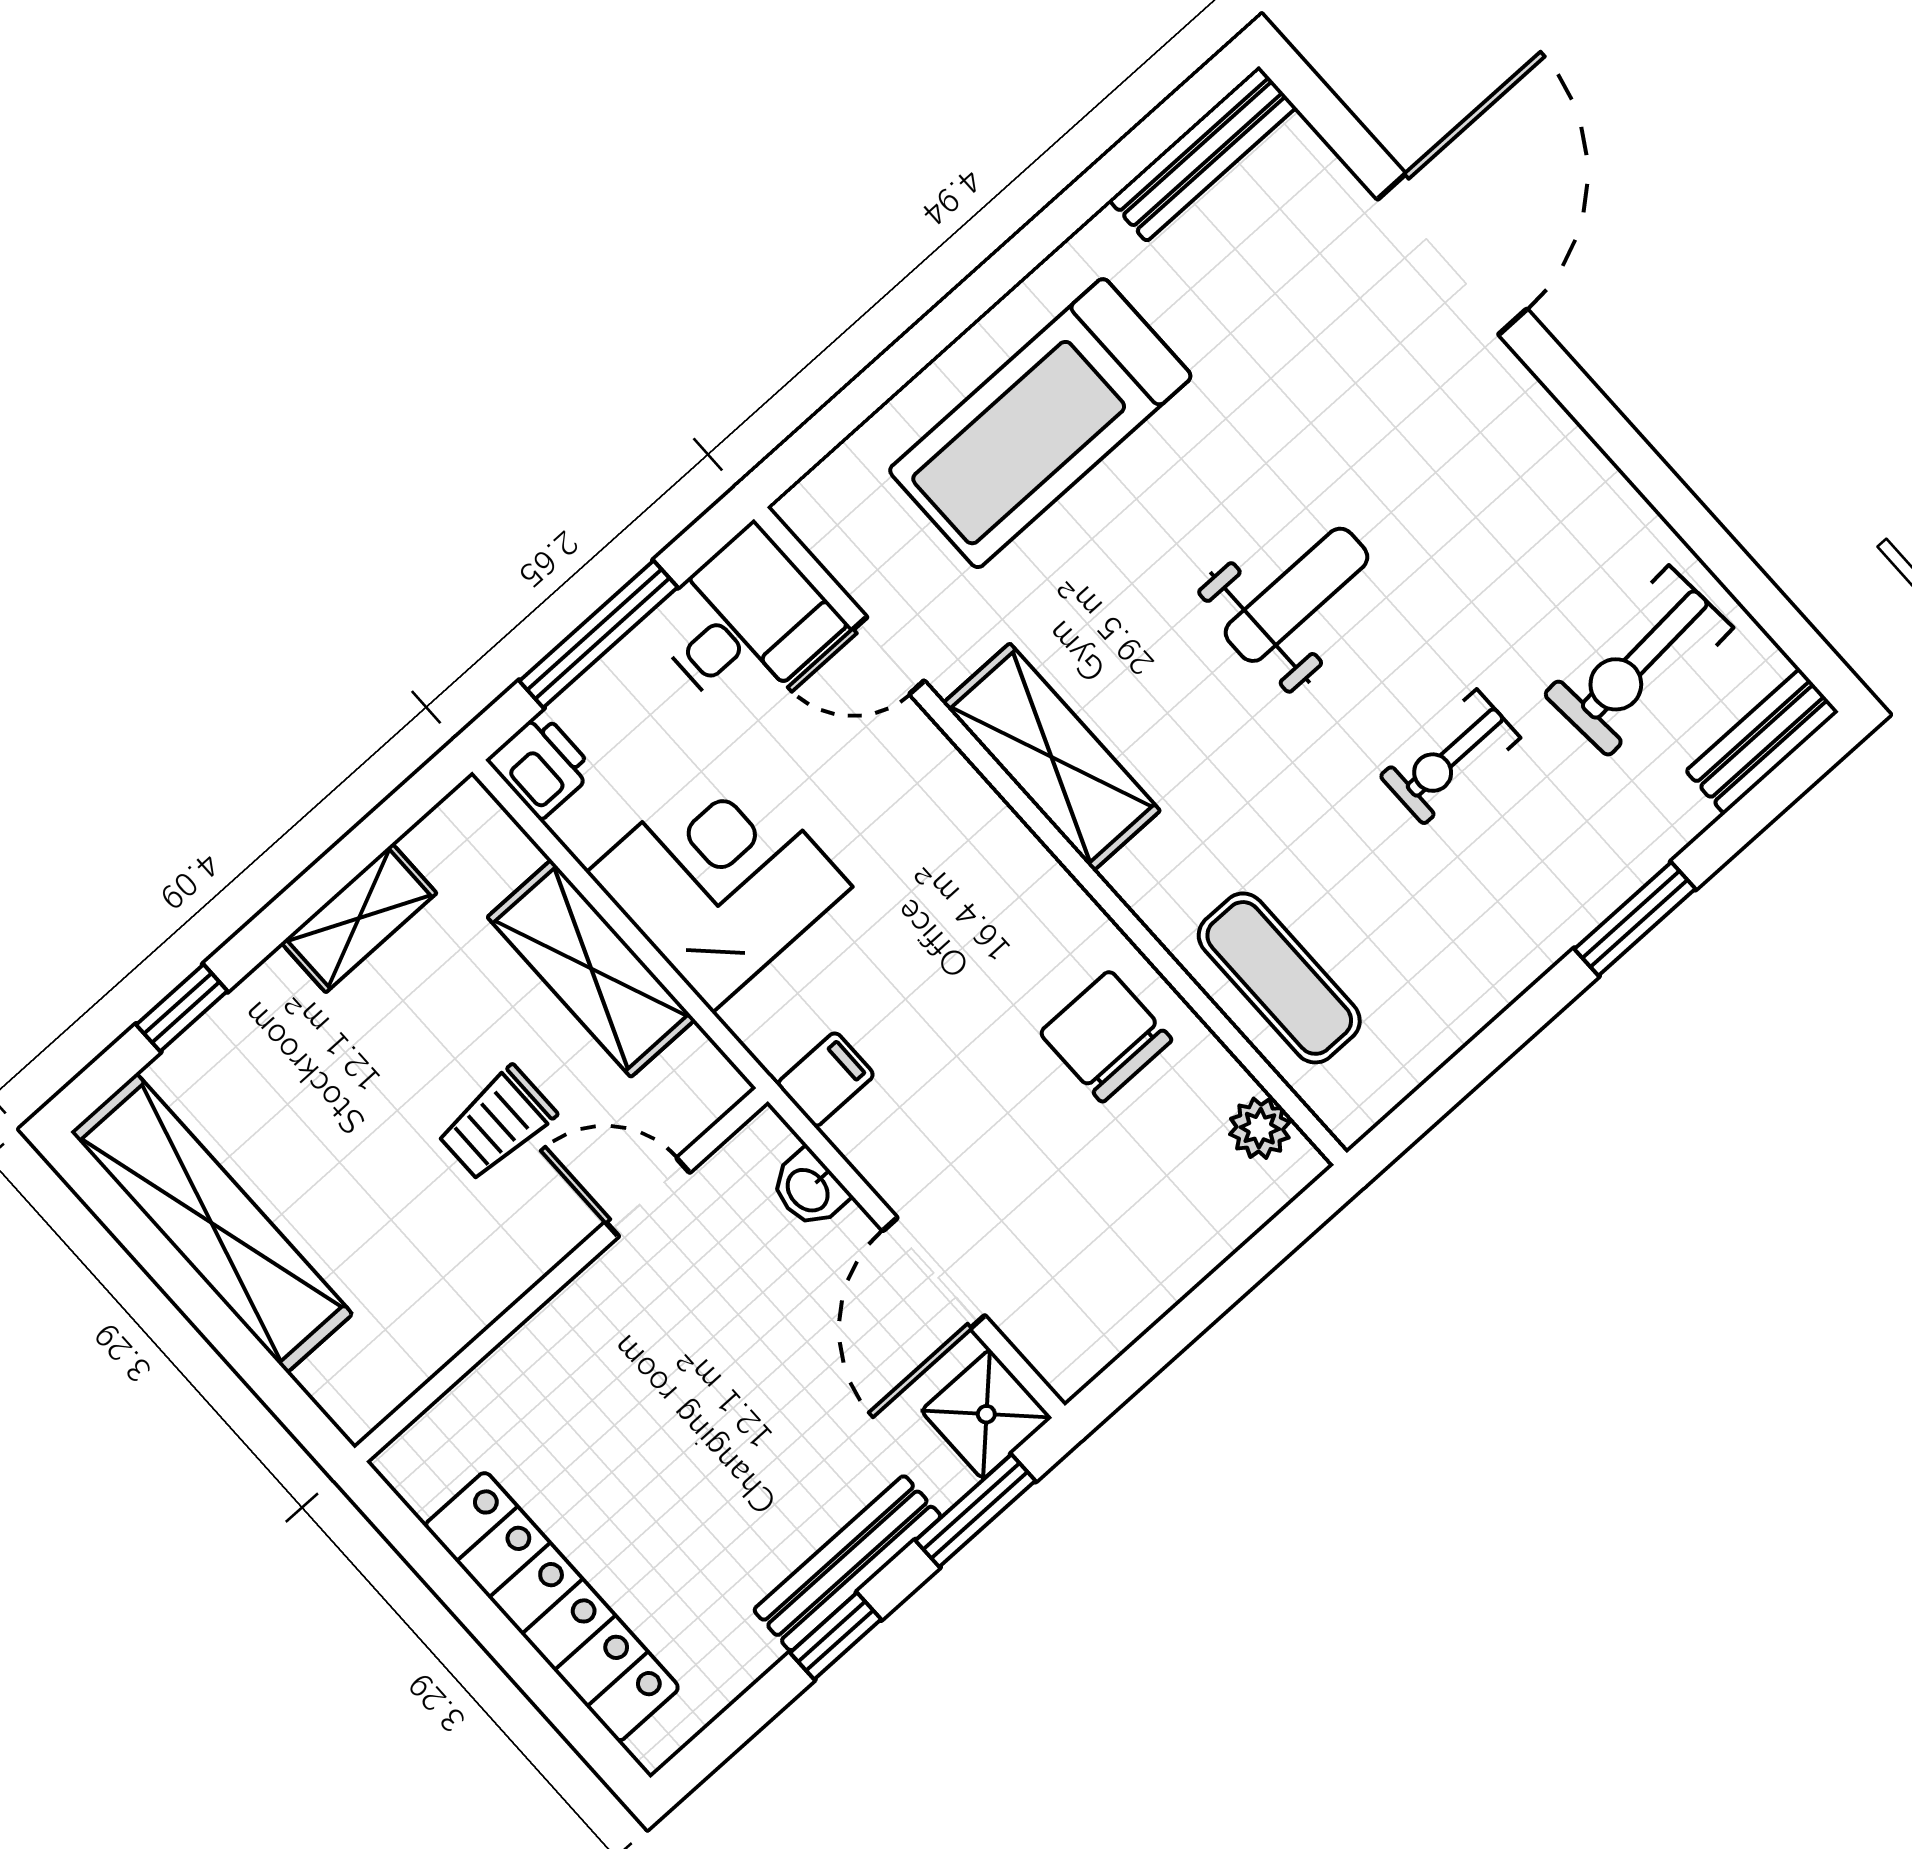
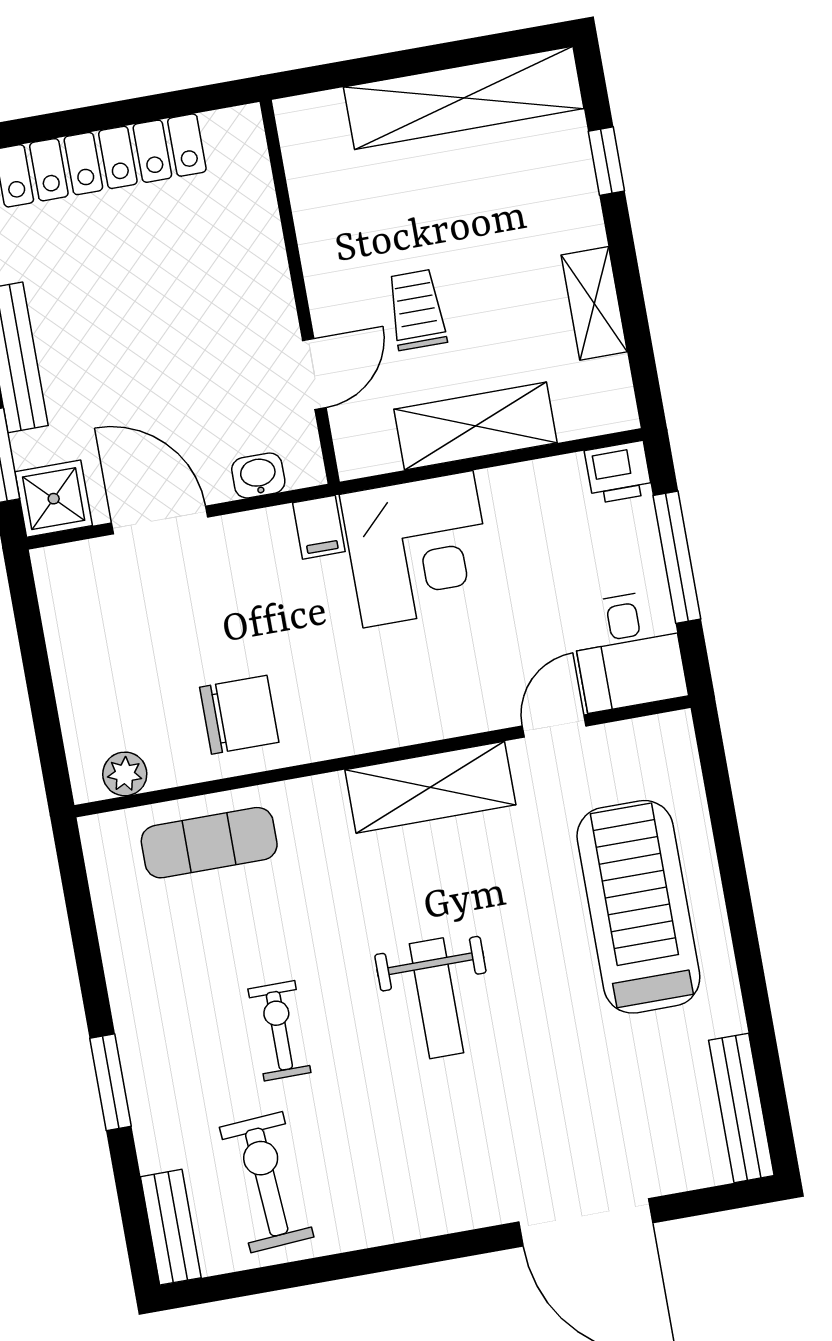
corner desk: (719, 880) -> (418, 549), moved

